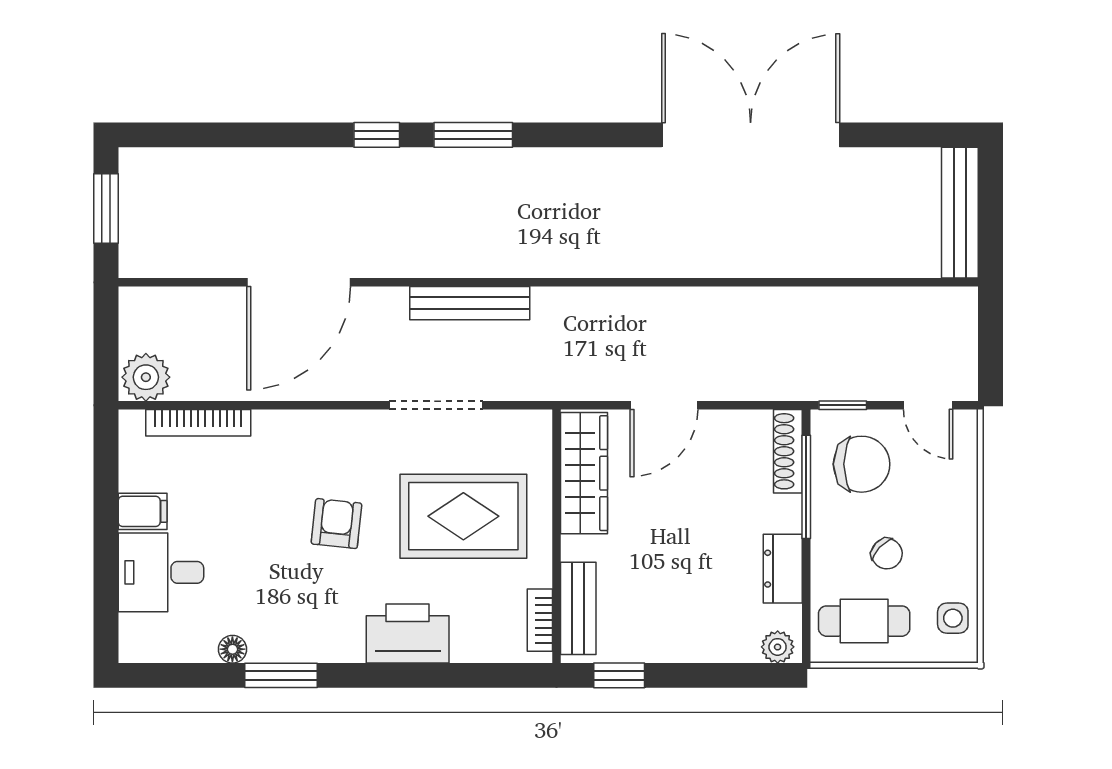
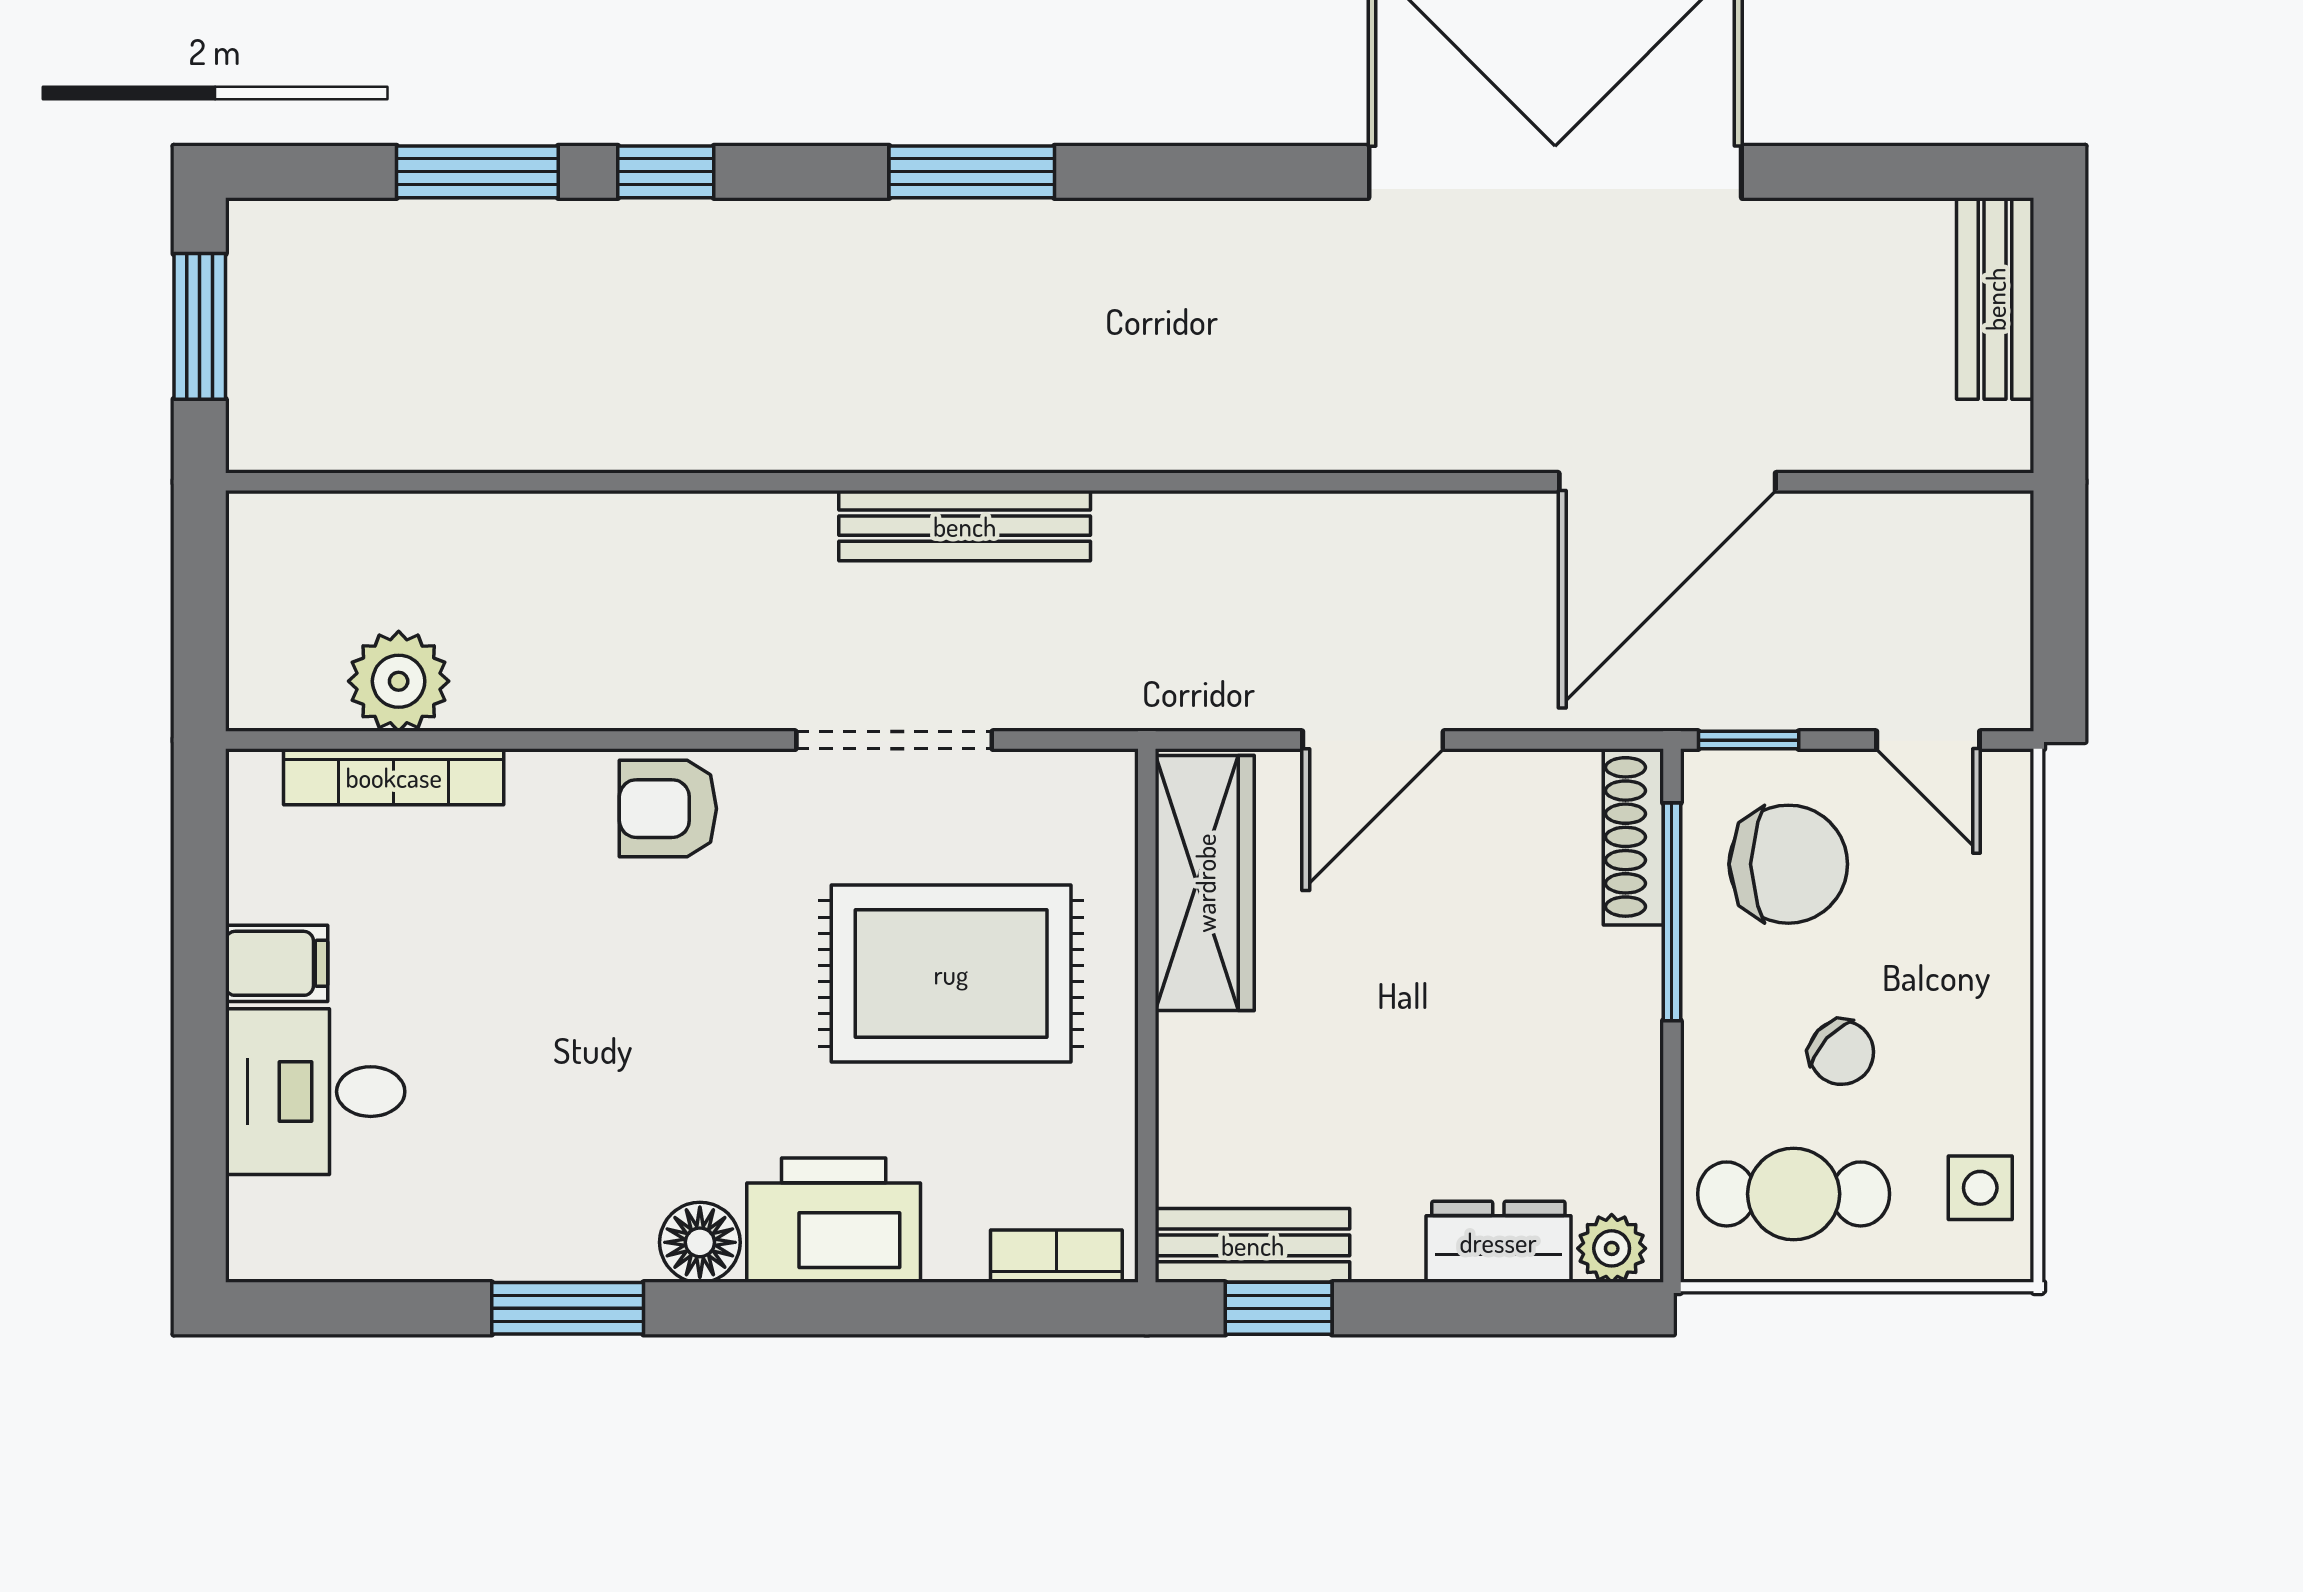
window: (238, 135) -> (477, 172), added
window: (377, 135) -> (666, 172), moved
bench: (960, 213) -> (1995, 299), width x0.73
door: (299, 282) -> (1667, 482), moved
plant: (146, 377) -> (399, 681), moved
armchair: (336, 524) -> (668, 809), moved, turned -96
dresser: (783, 569) -> (1498, 1242), moved, turned 90
bench: (578, 608) -> (1253, 1245), moved, turned 90
bookcase: (540, 620) -> (1056, 1256), moved, turned 90
floor lamp: (232, 649) -> (700, 1242), moved, width x1.37, depth x1.37

